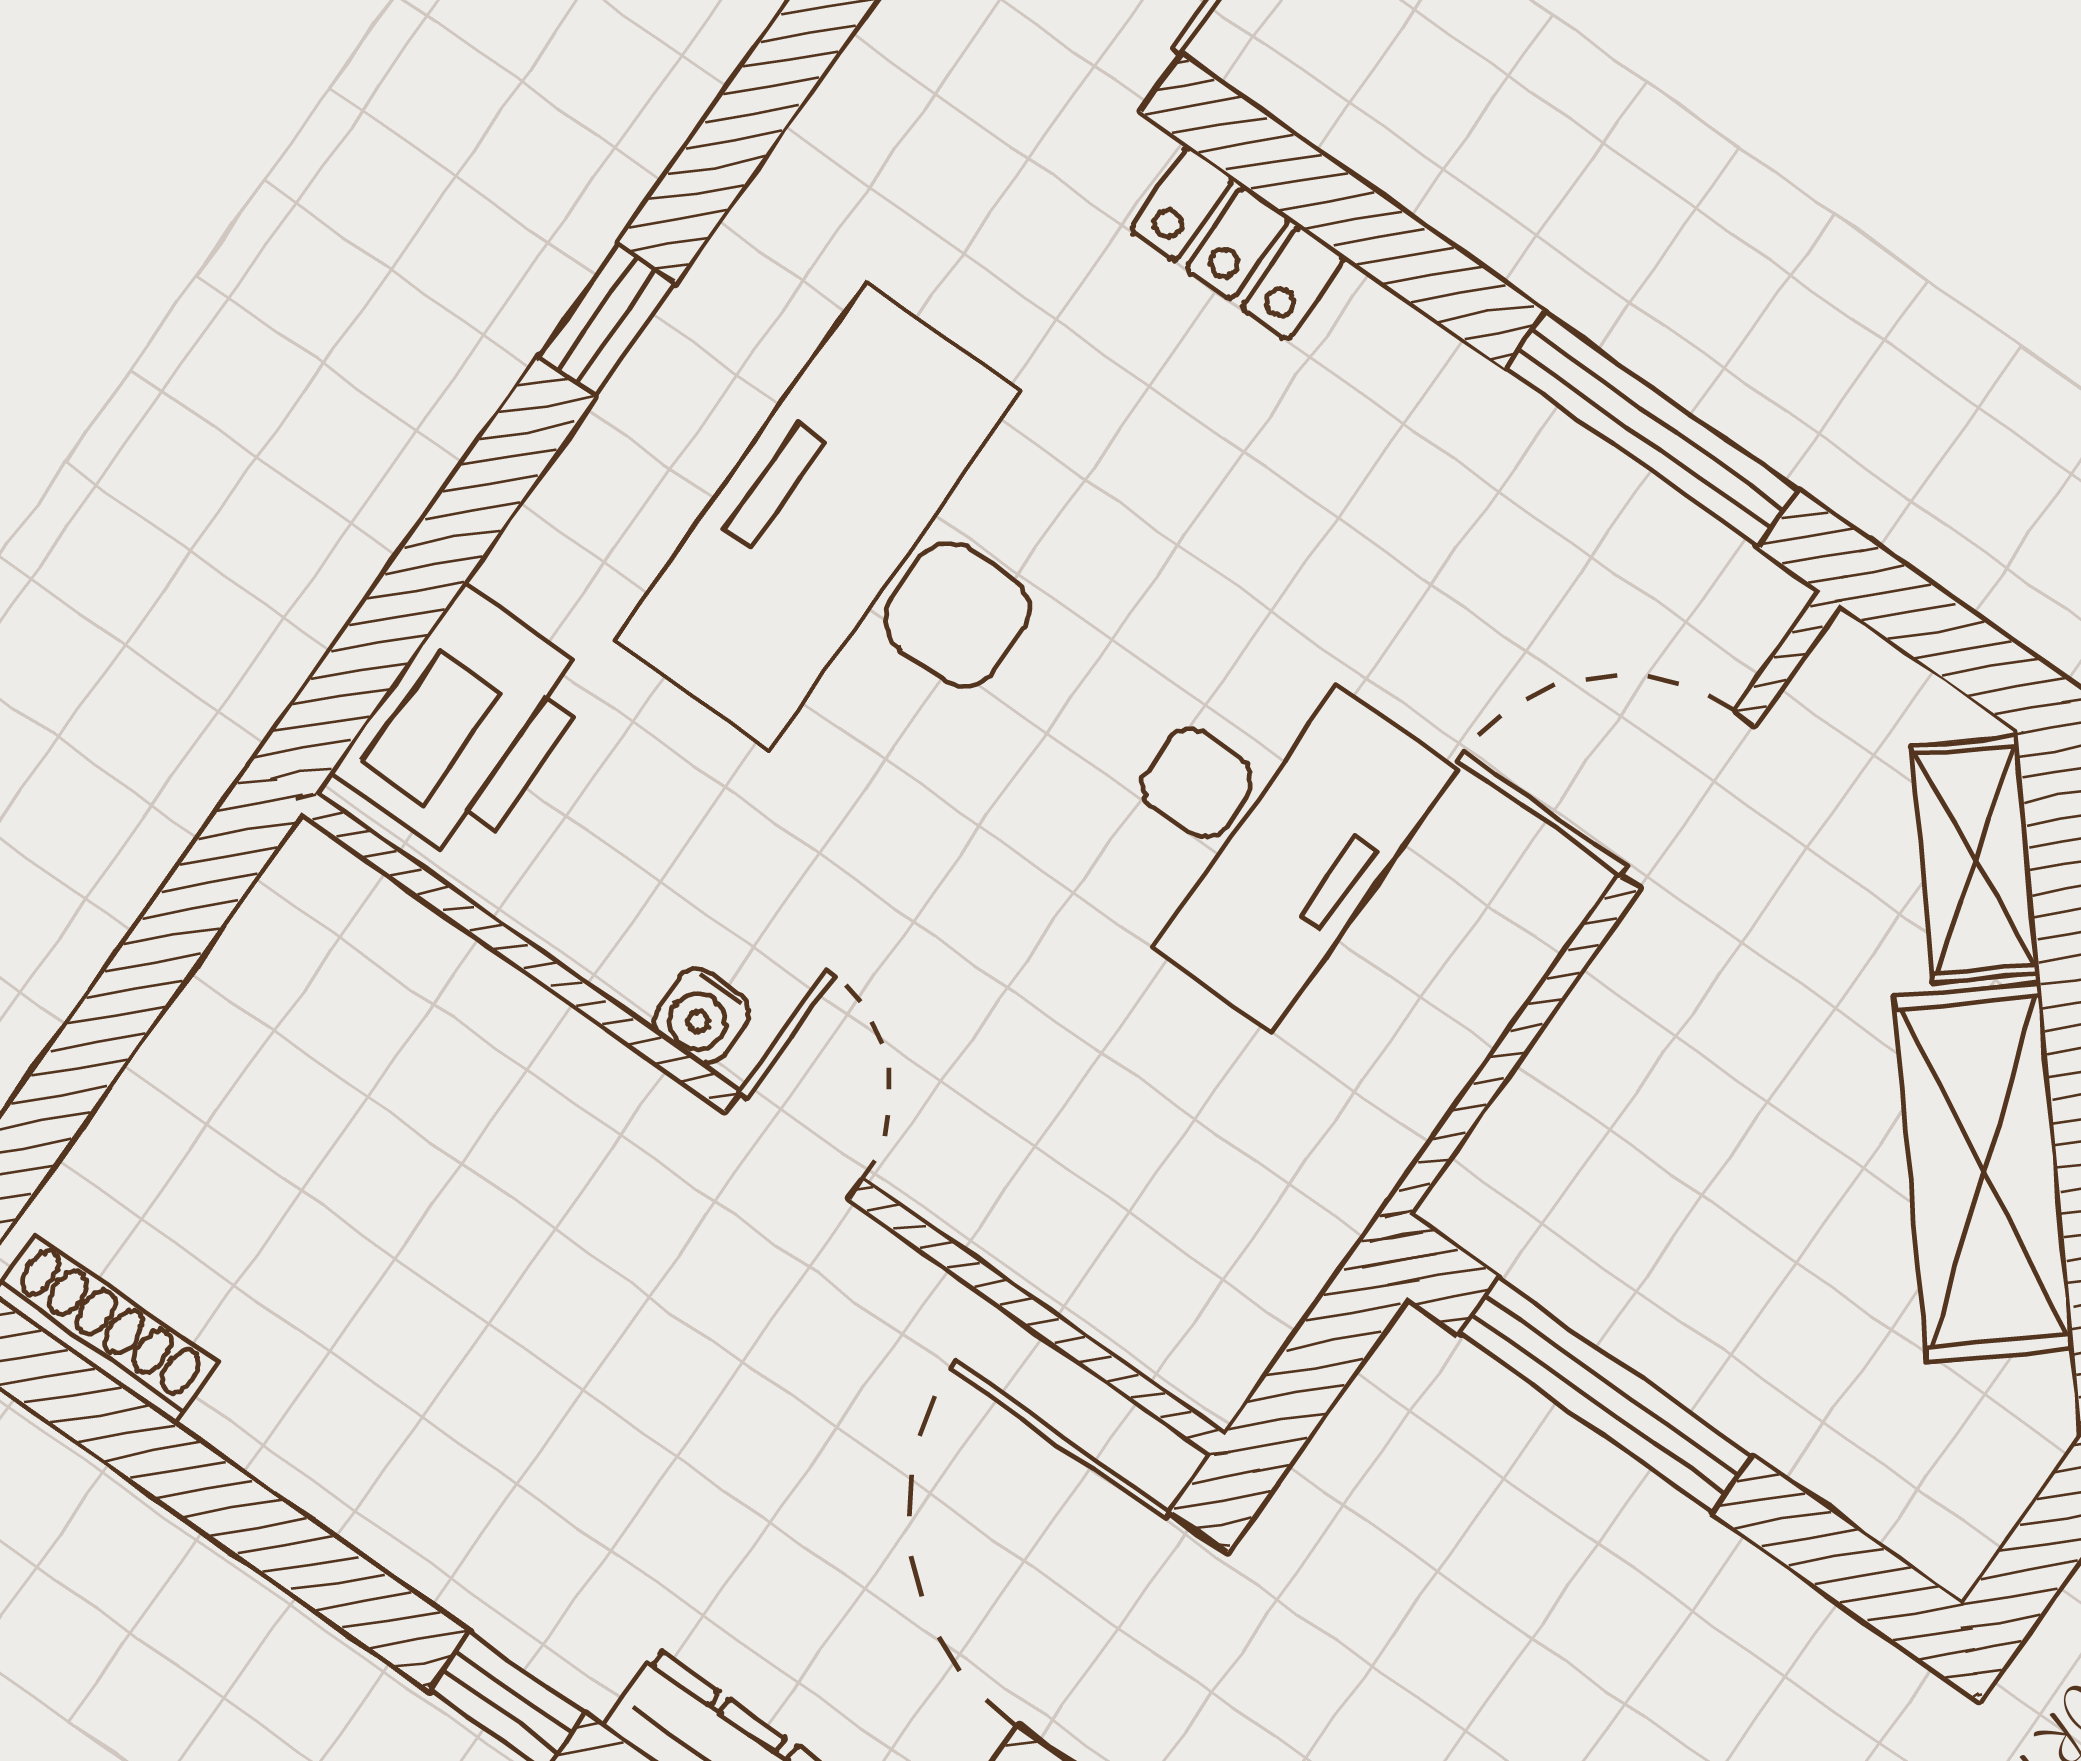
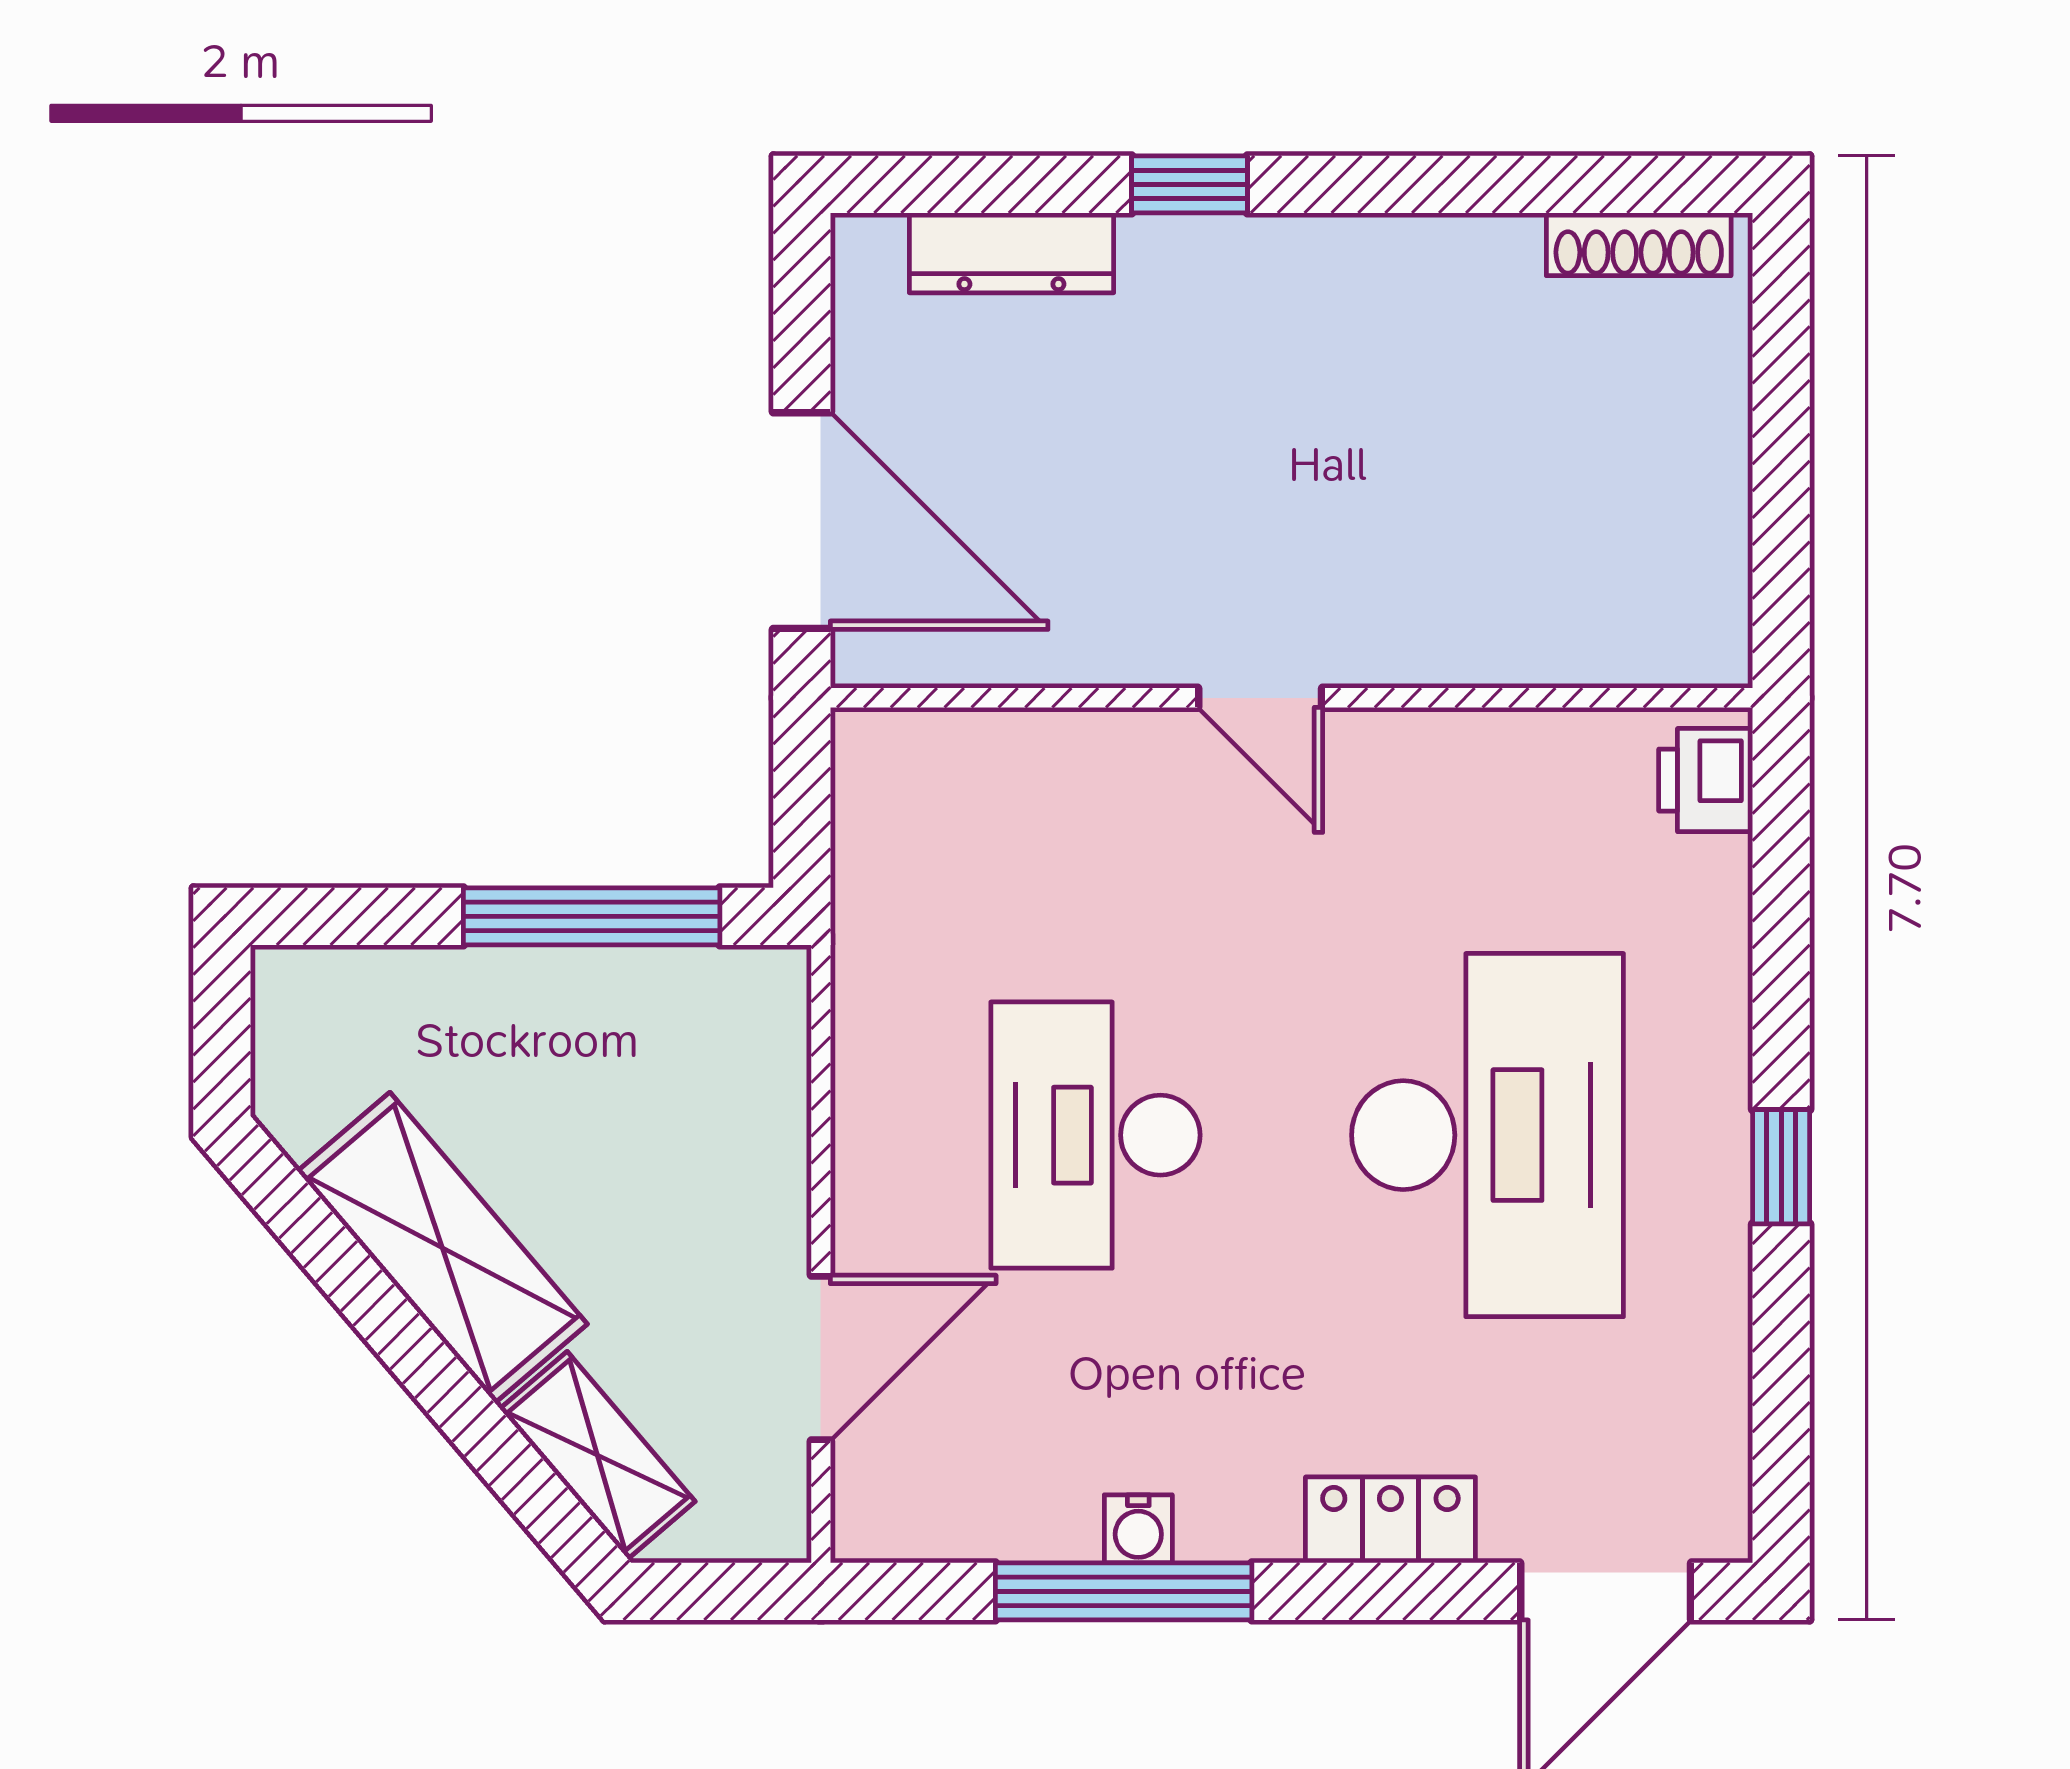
window: (1652, 430) -> (1124, 1591), moved
printer: (465, 725) -> (1706, 780), width x0.53, depth x0.68
water cooler: (701, 1016) -> (1138, 1529), moved, turned 180

